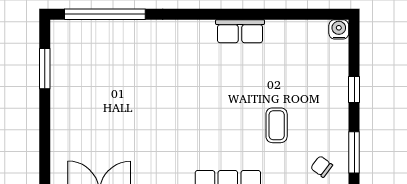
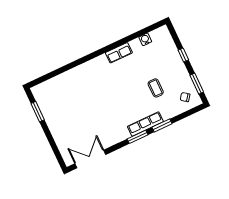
window: (105, 14) -> (53, 74), removed
water cooler: (339, 29) -> (145, 39), moved

